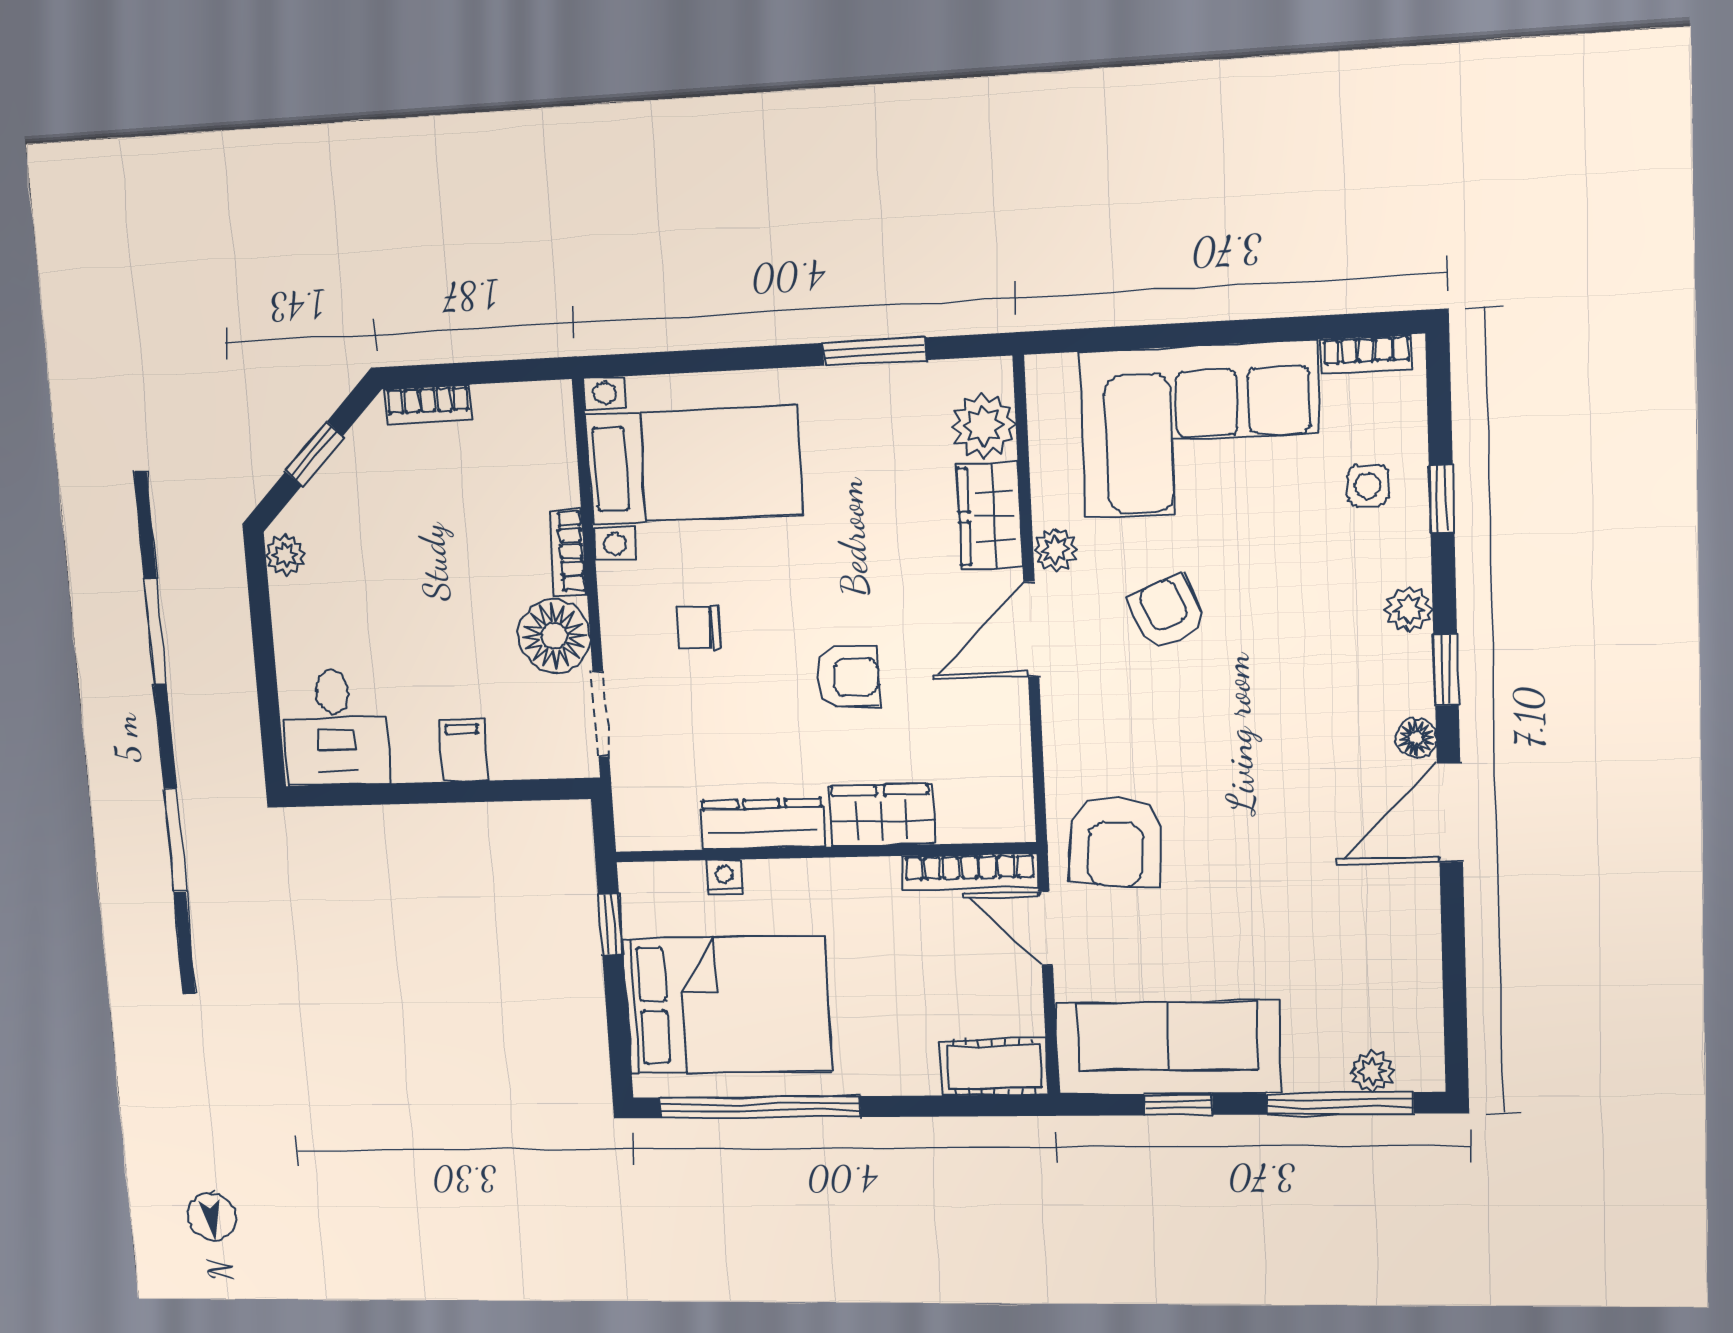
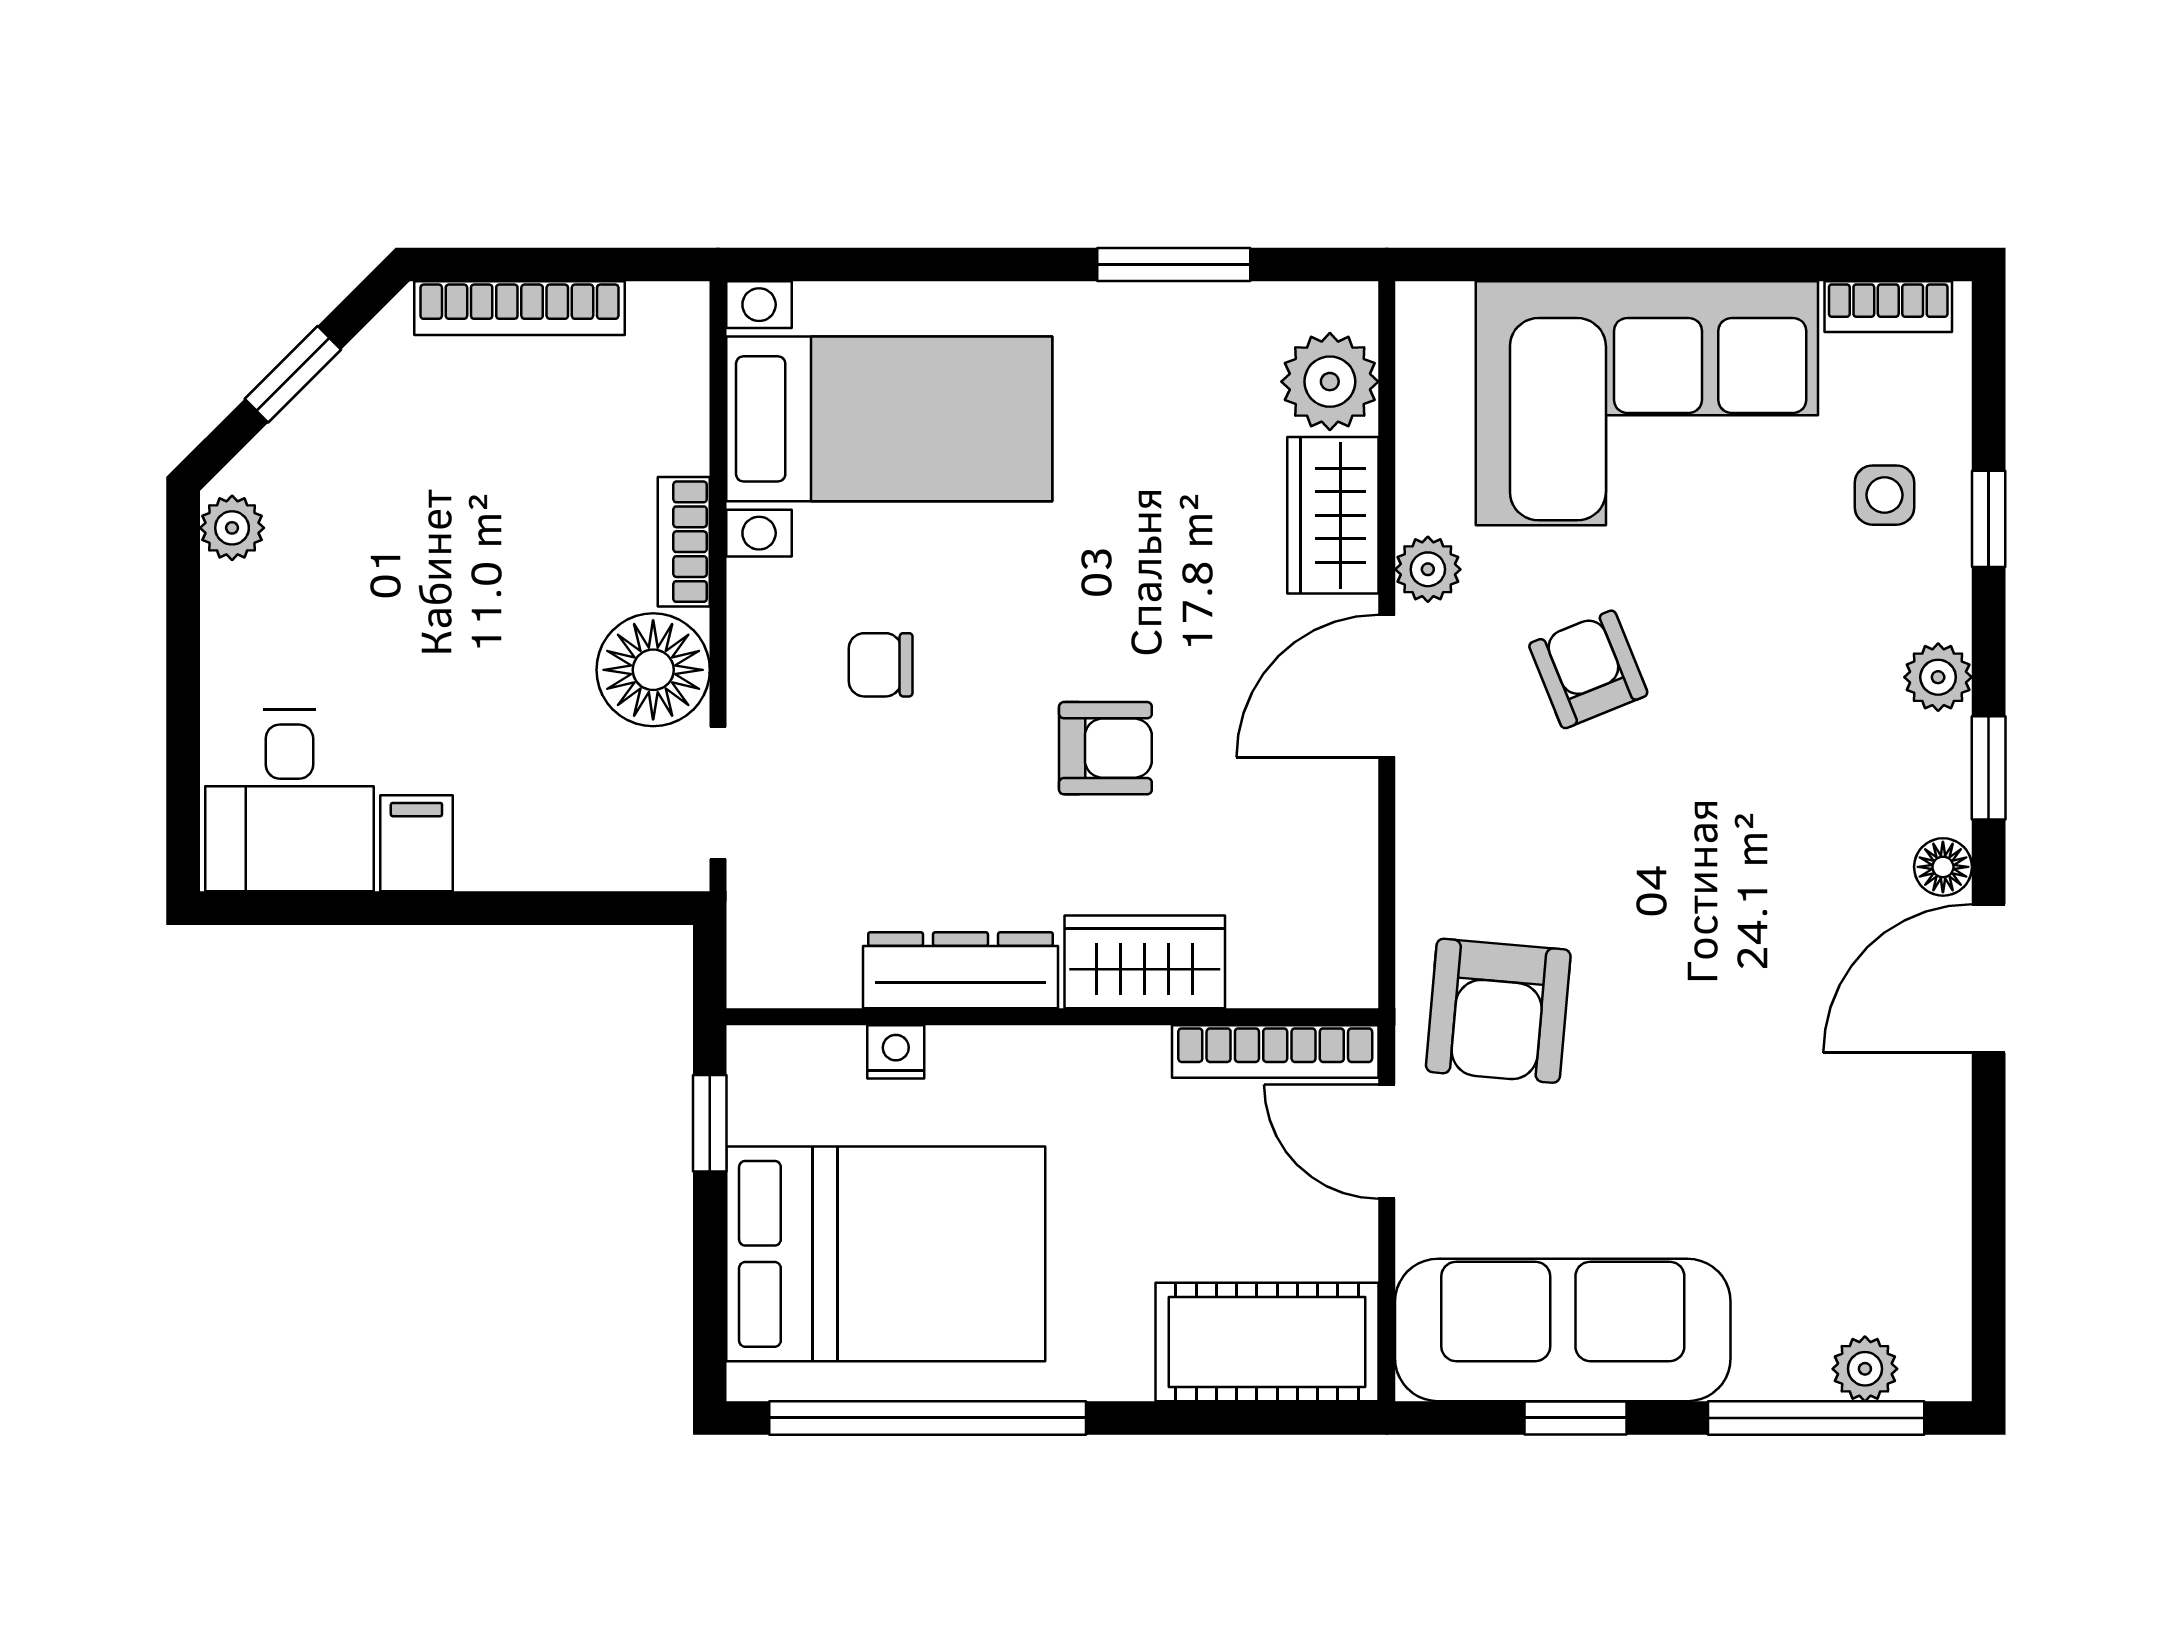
bookcase: (428, 405) -> (519, 308), width x1.56
filing cabinet: (463, 751) -> (416, 843), moved
cot: (994, 1067) -> (1267, 1342), width x1.37, depth x1.34

